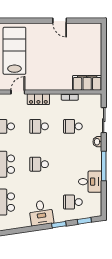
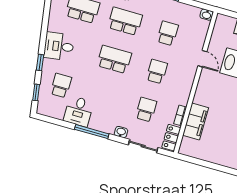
filing cabinet: (87, 83) -> (196, 122), moved
locker: (38, 99) -> (171, 138), moved
school desk: (39, 164) -> (114, 59), width x1.85

